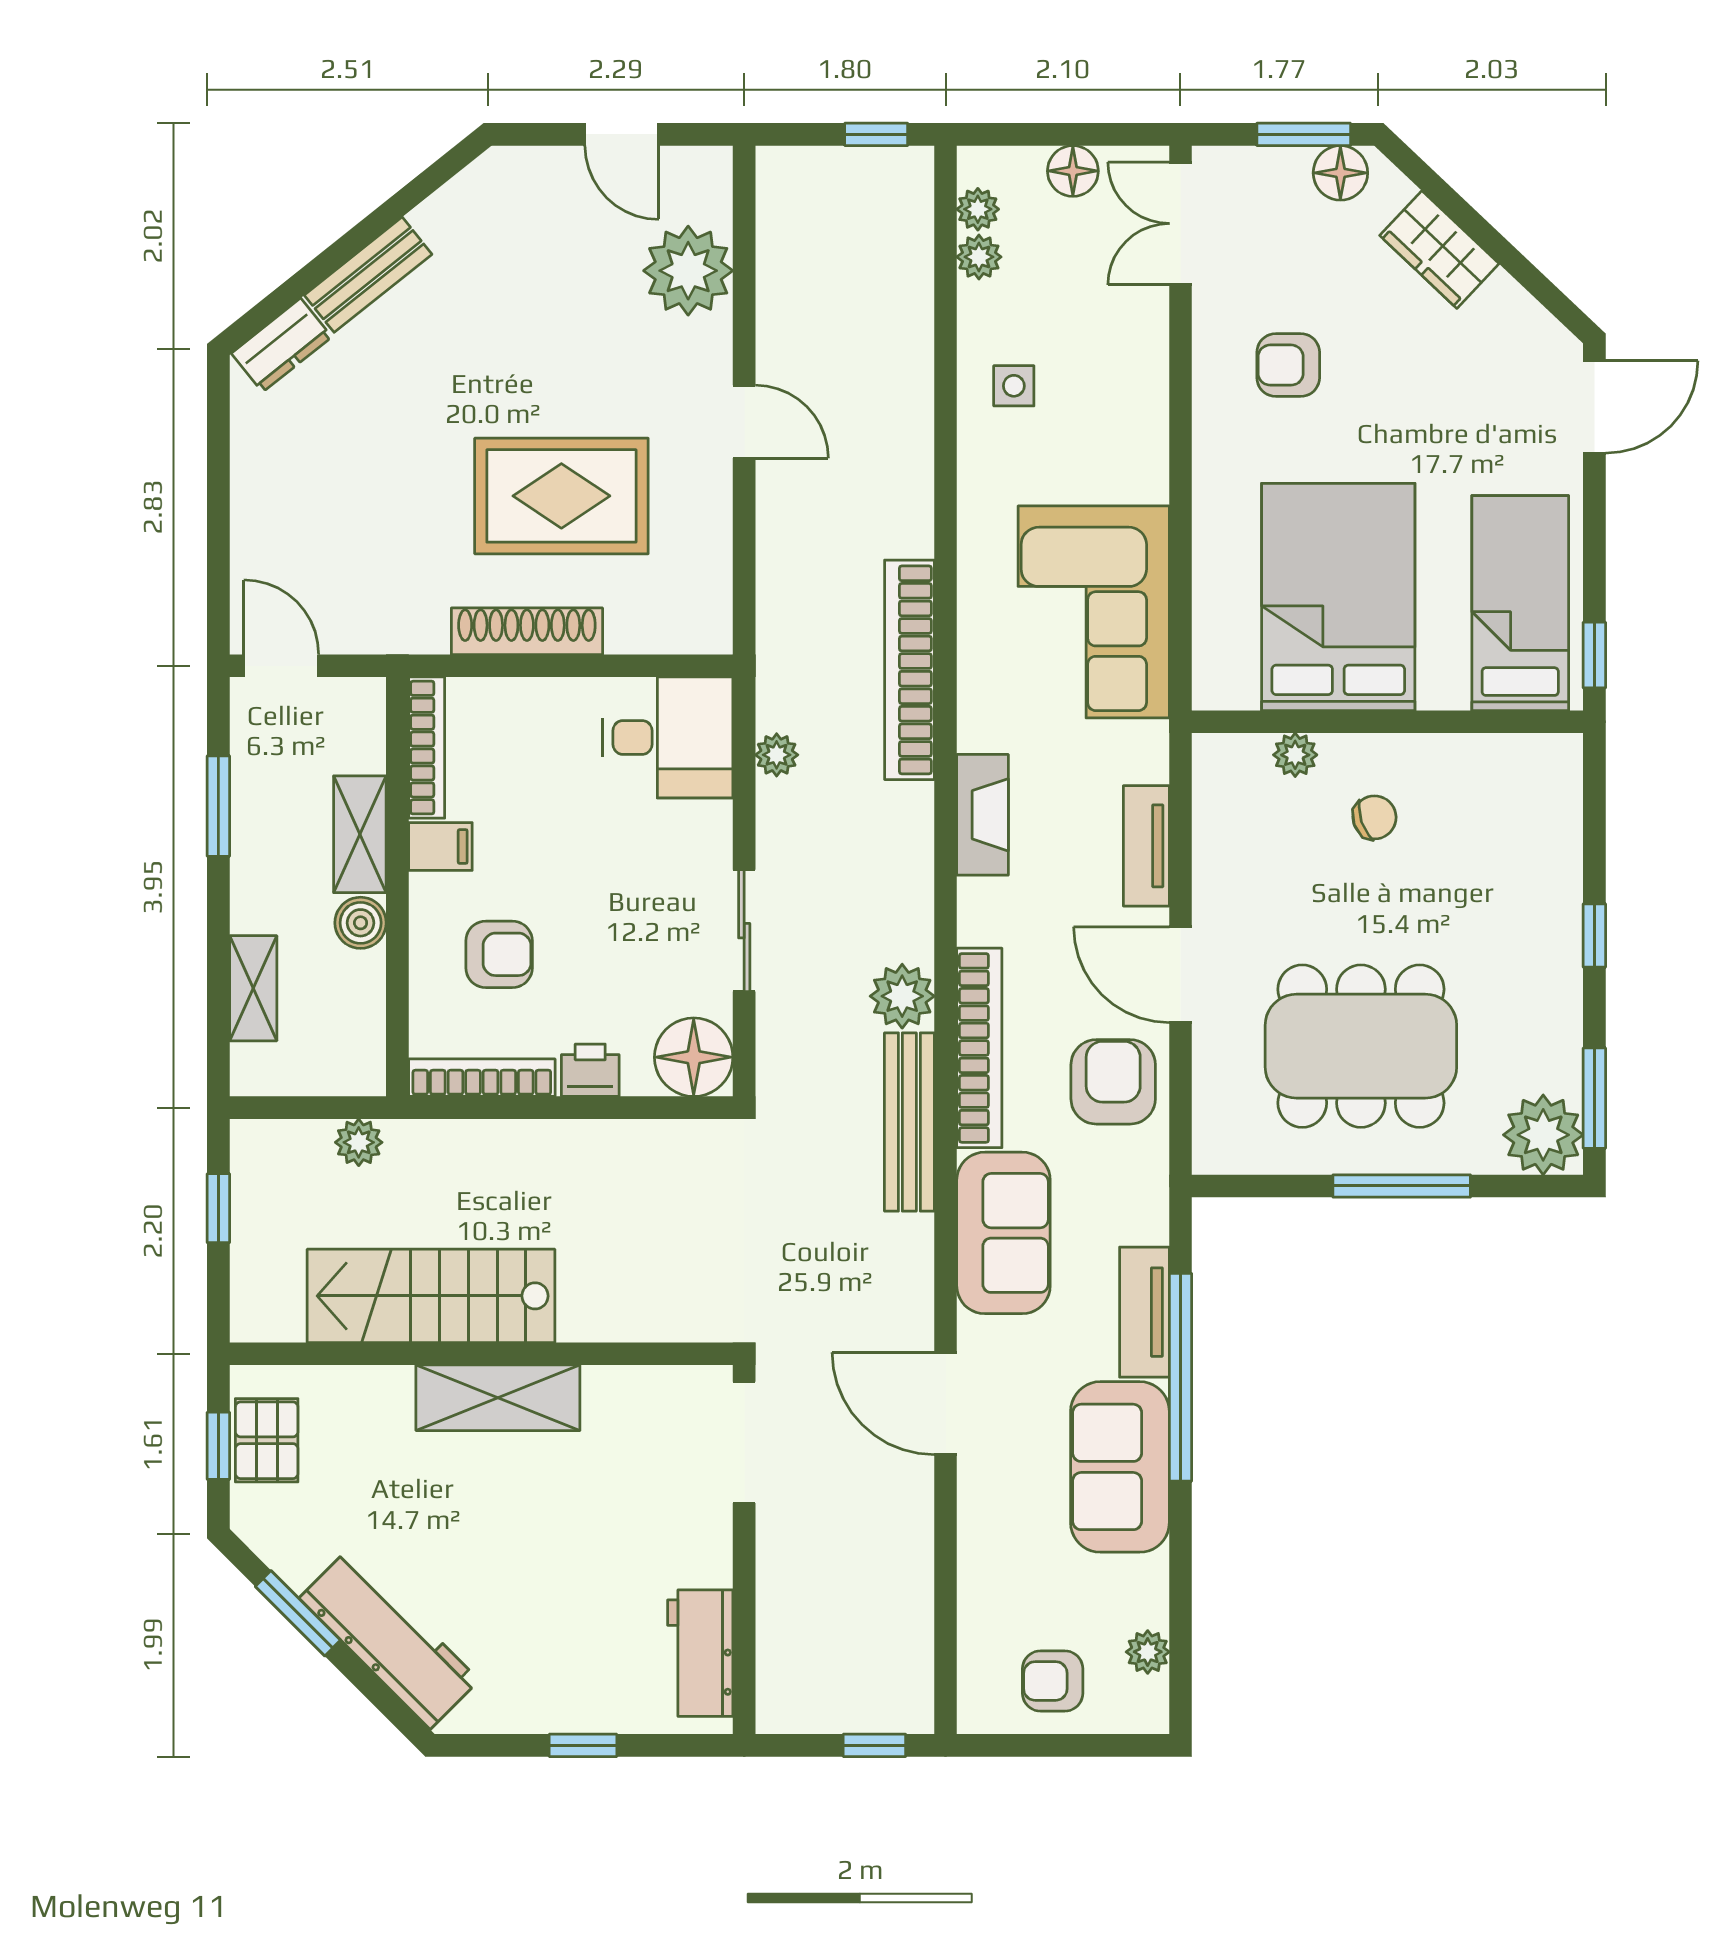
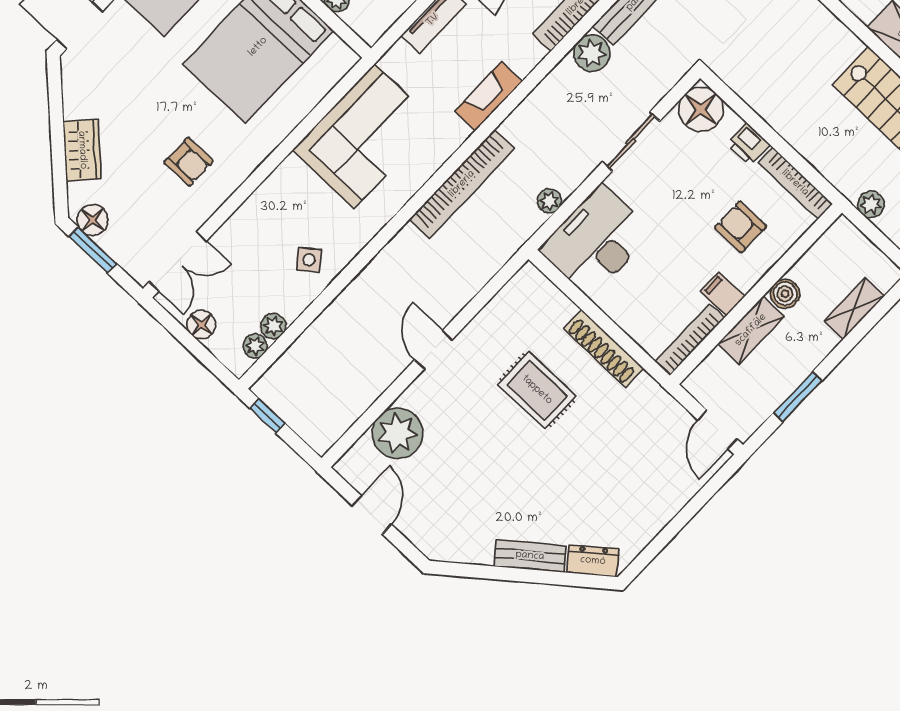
side table: (1014, 386) -> (309, 260), turned -37
rug: (561, 496) -> (537, 390), width x0.73, depth x0.70
desk: (668, 737) -> (596, 241), width x1.37

